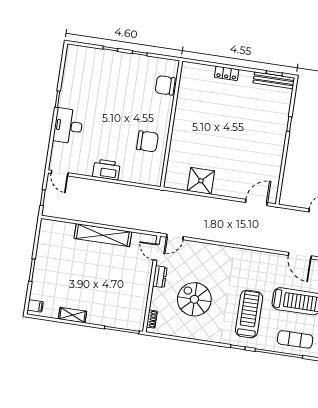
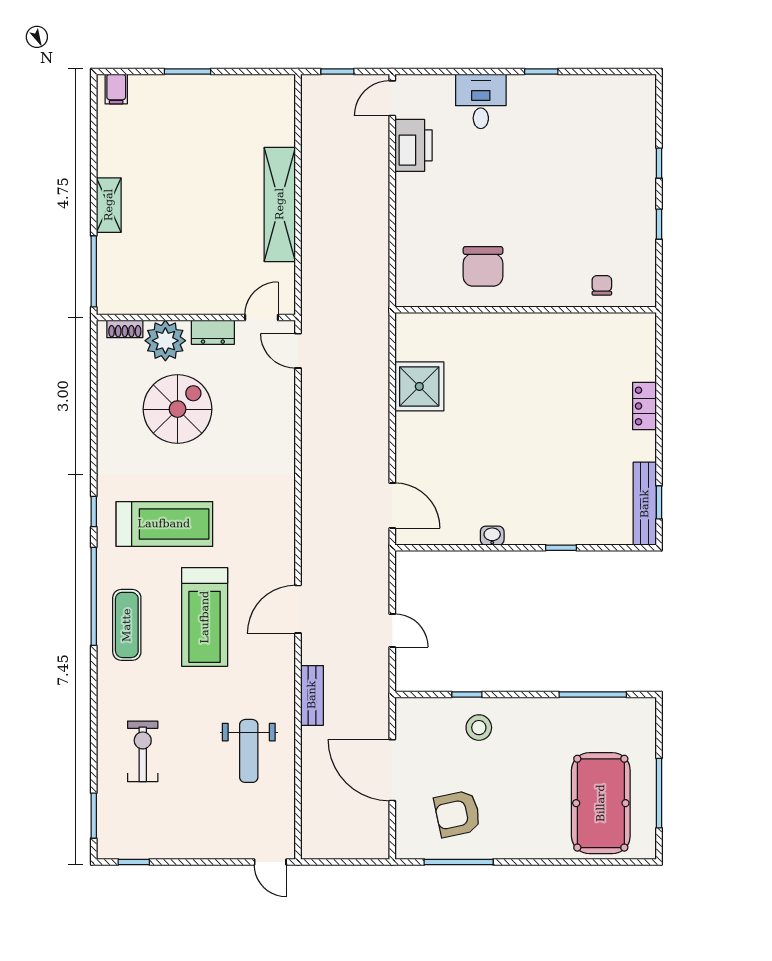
chair: (165, 85) -> (602, 285), width x0.54, depth x0.54
desk: (68, 126) -> (481, 101), width x0.73
washbasin: (278, 156) -> (492, 536), added
printer: (106, 170) -> (413, 145), moved
plant: (160, 300) -> (165, 341), added
shelving: (72, 315) -> (109, 205), moved

